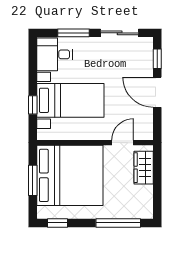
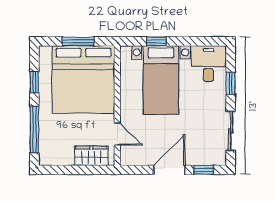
window: (74, 33) -> (231, 83), width x0.67
window: (58, 223) -> (34, 82), moved

